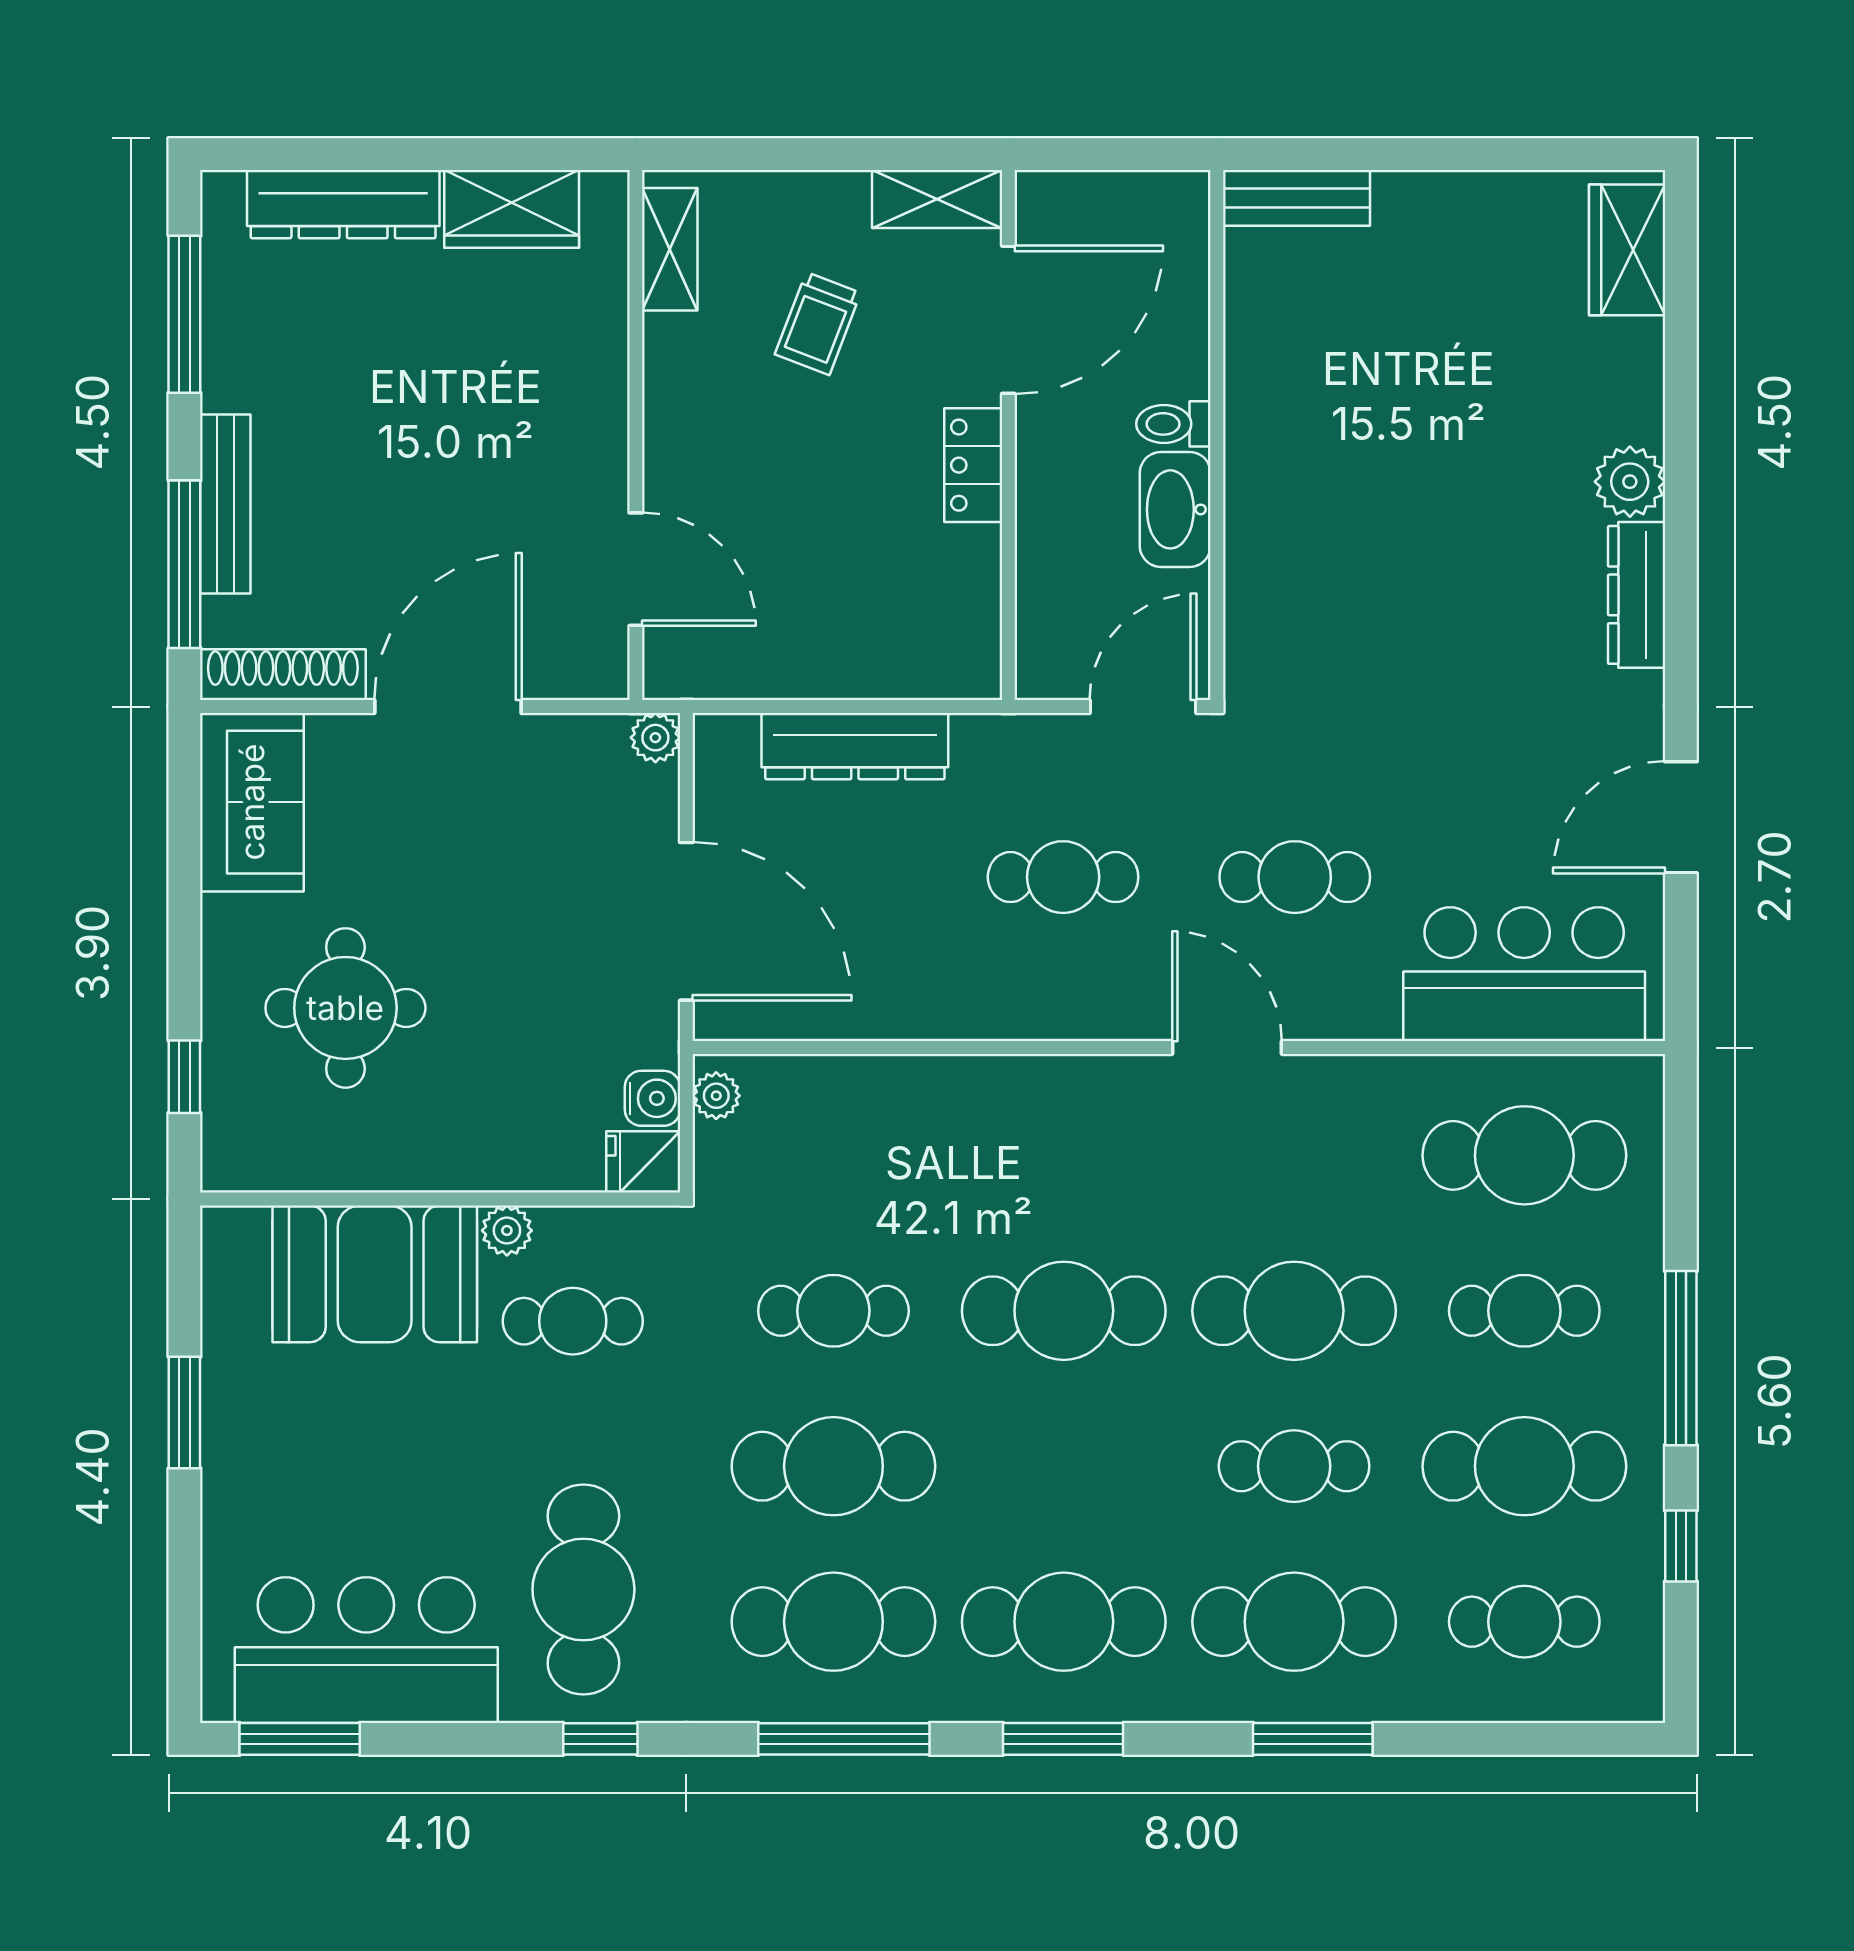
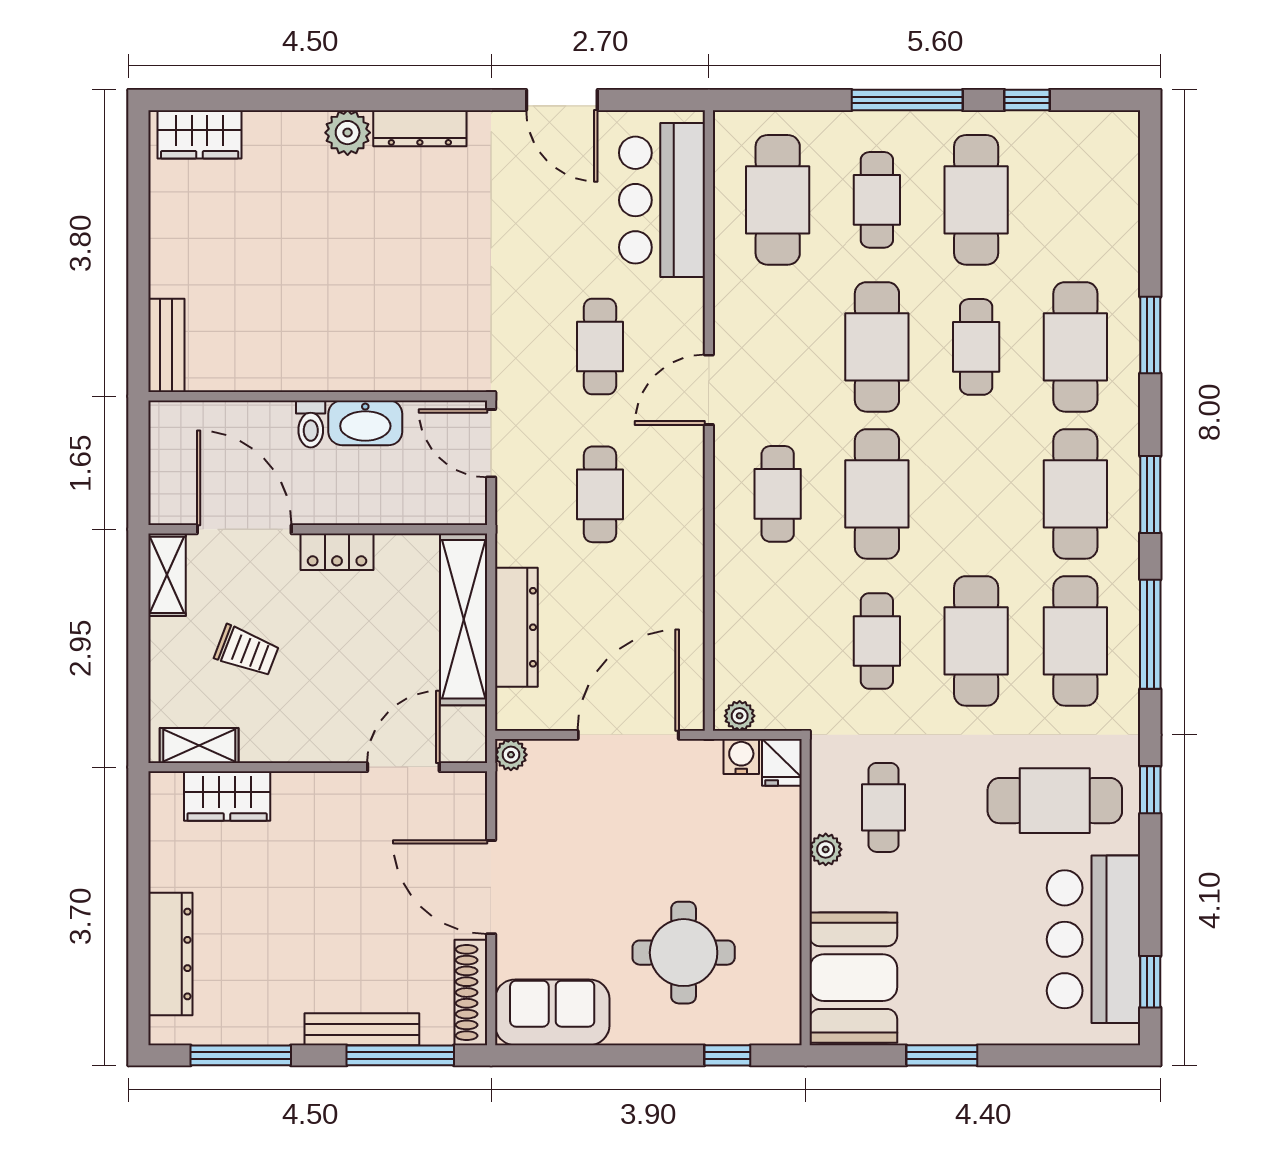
wardrobe: (512, 209) -> (227, 796), moved, turned 90
shelving: (867, 663) -> (464, 619), added
booth: (375, 1274) -> (853, 978), moved
cafe table: (1524, 1622) -> (778, 494), moved
window: (300, 1739) -> (1150, 982), width x0.67

